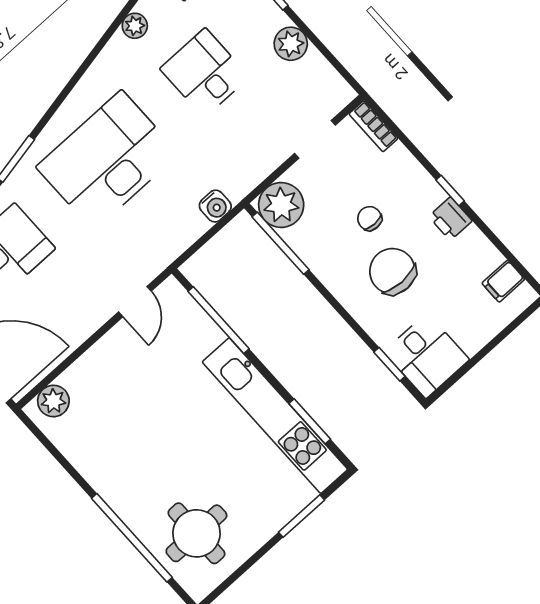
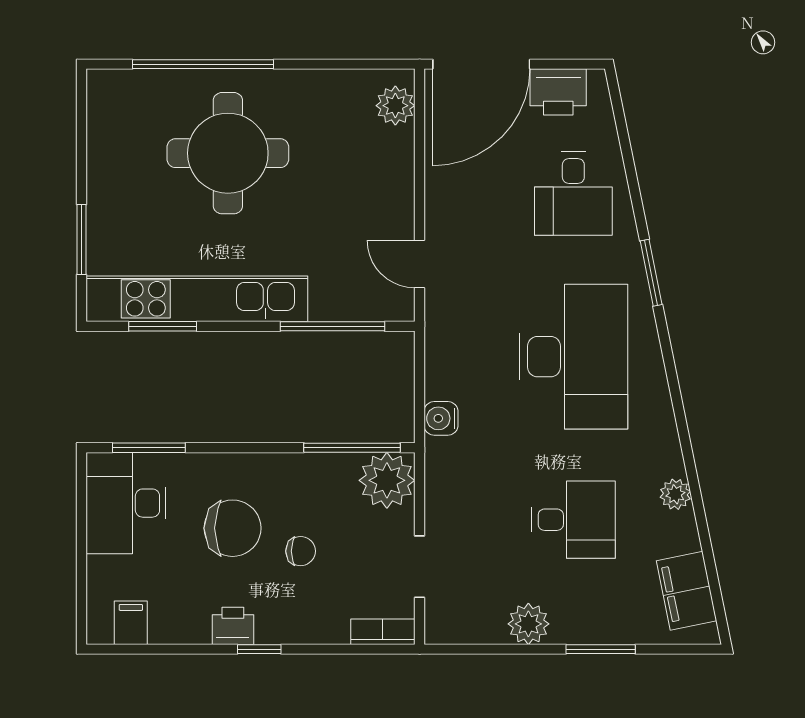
desk: (426, 356) -> (126, 503), width x1.37
window: (389, 364) -> (149, 448), width x1.50
round table: (196, 533) -> (228, 153), moved, width x1.36, depth x1.36

